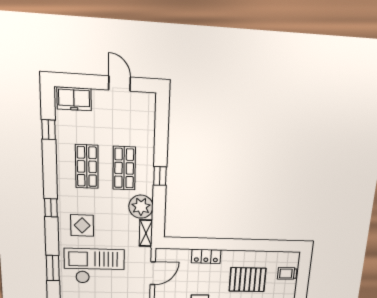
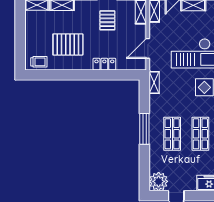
window: (160, 176) -> (144, 129), width x2.17
plant: (141, 207) -> (159, 181), moved
trolley: (287, 273) -> (39, 62), moved

